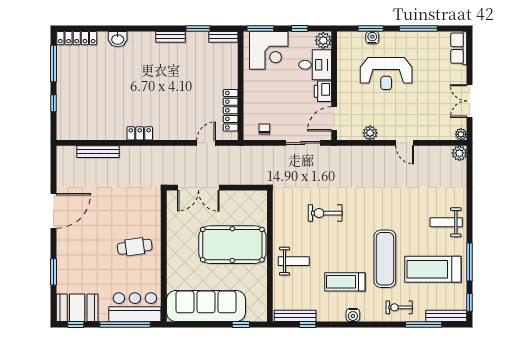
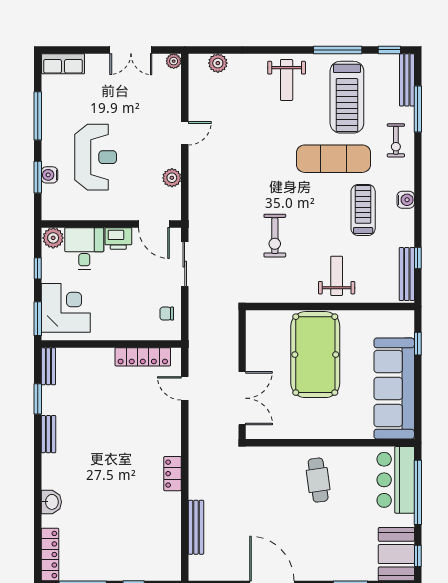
plant: (459, 153) -> (218, 63), moved
treadmill: (345, 282) -> (363, 210), turned 180

